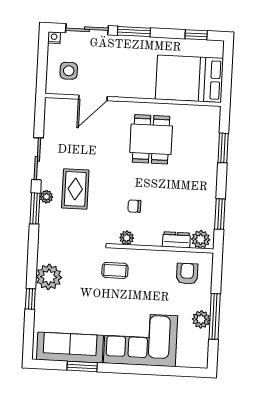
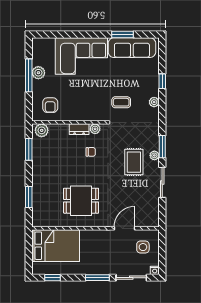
dining table: (151, 139) -> (81, 201), turned 90
dresser: (176, 240) -> (79, 129), moved
coffee table: (115, 270) -> (121, 102), moved
plant: (49, 277) -> (154, 102), width x0.53, depth x0.53

